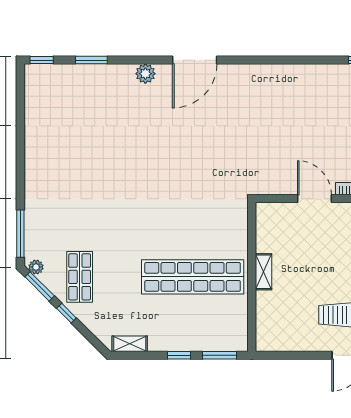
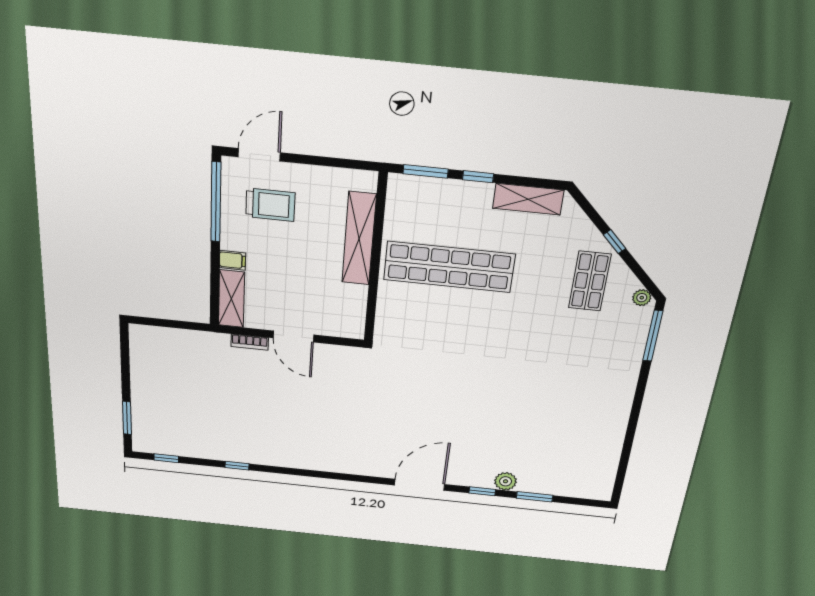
window: (42, 60) -> (482, 491), moved
plant: (145, 74) -> (506, 481), moved
shelving: (264, 272) -> (359, 239), width x2.20, depth x1.33
window: (40, 286) -> (642, 276), removed
shelving: (130, 344) -> (528, 199), width x1.50, depth x1.33

